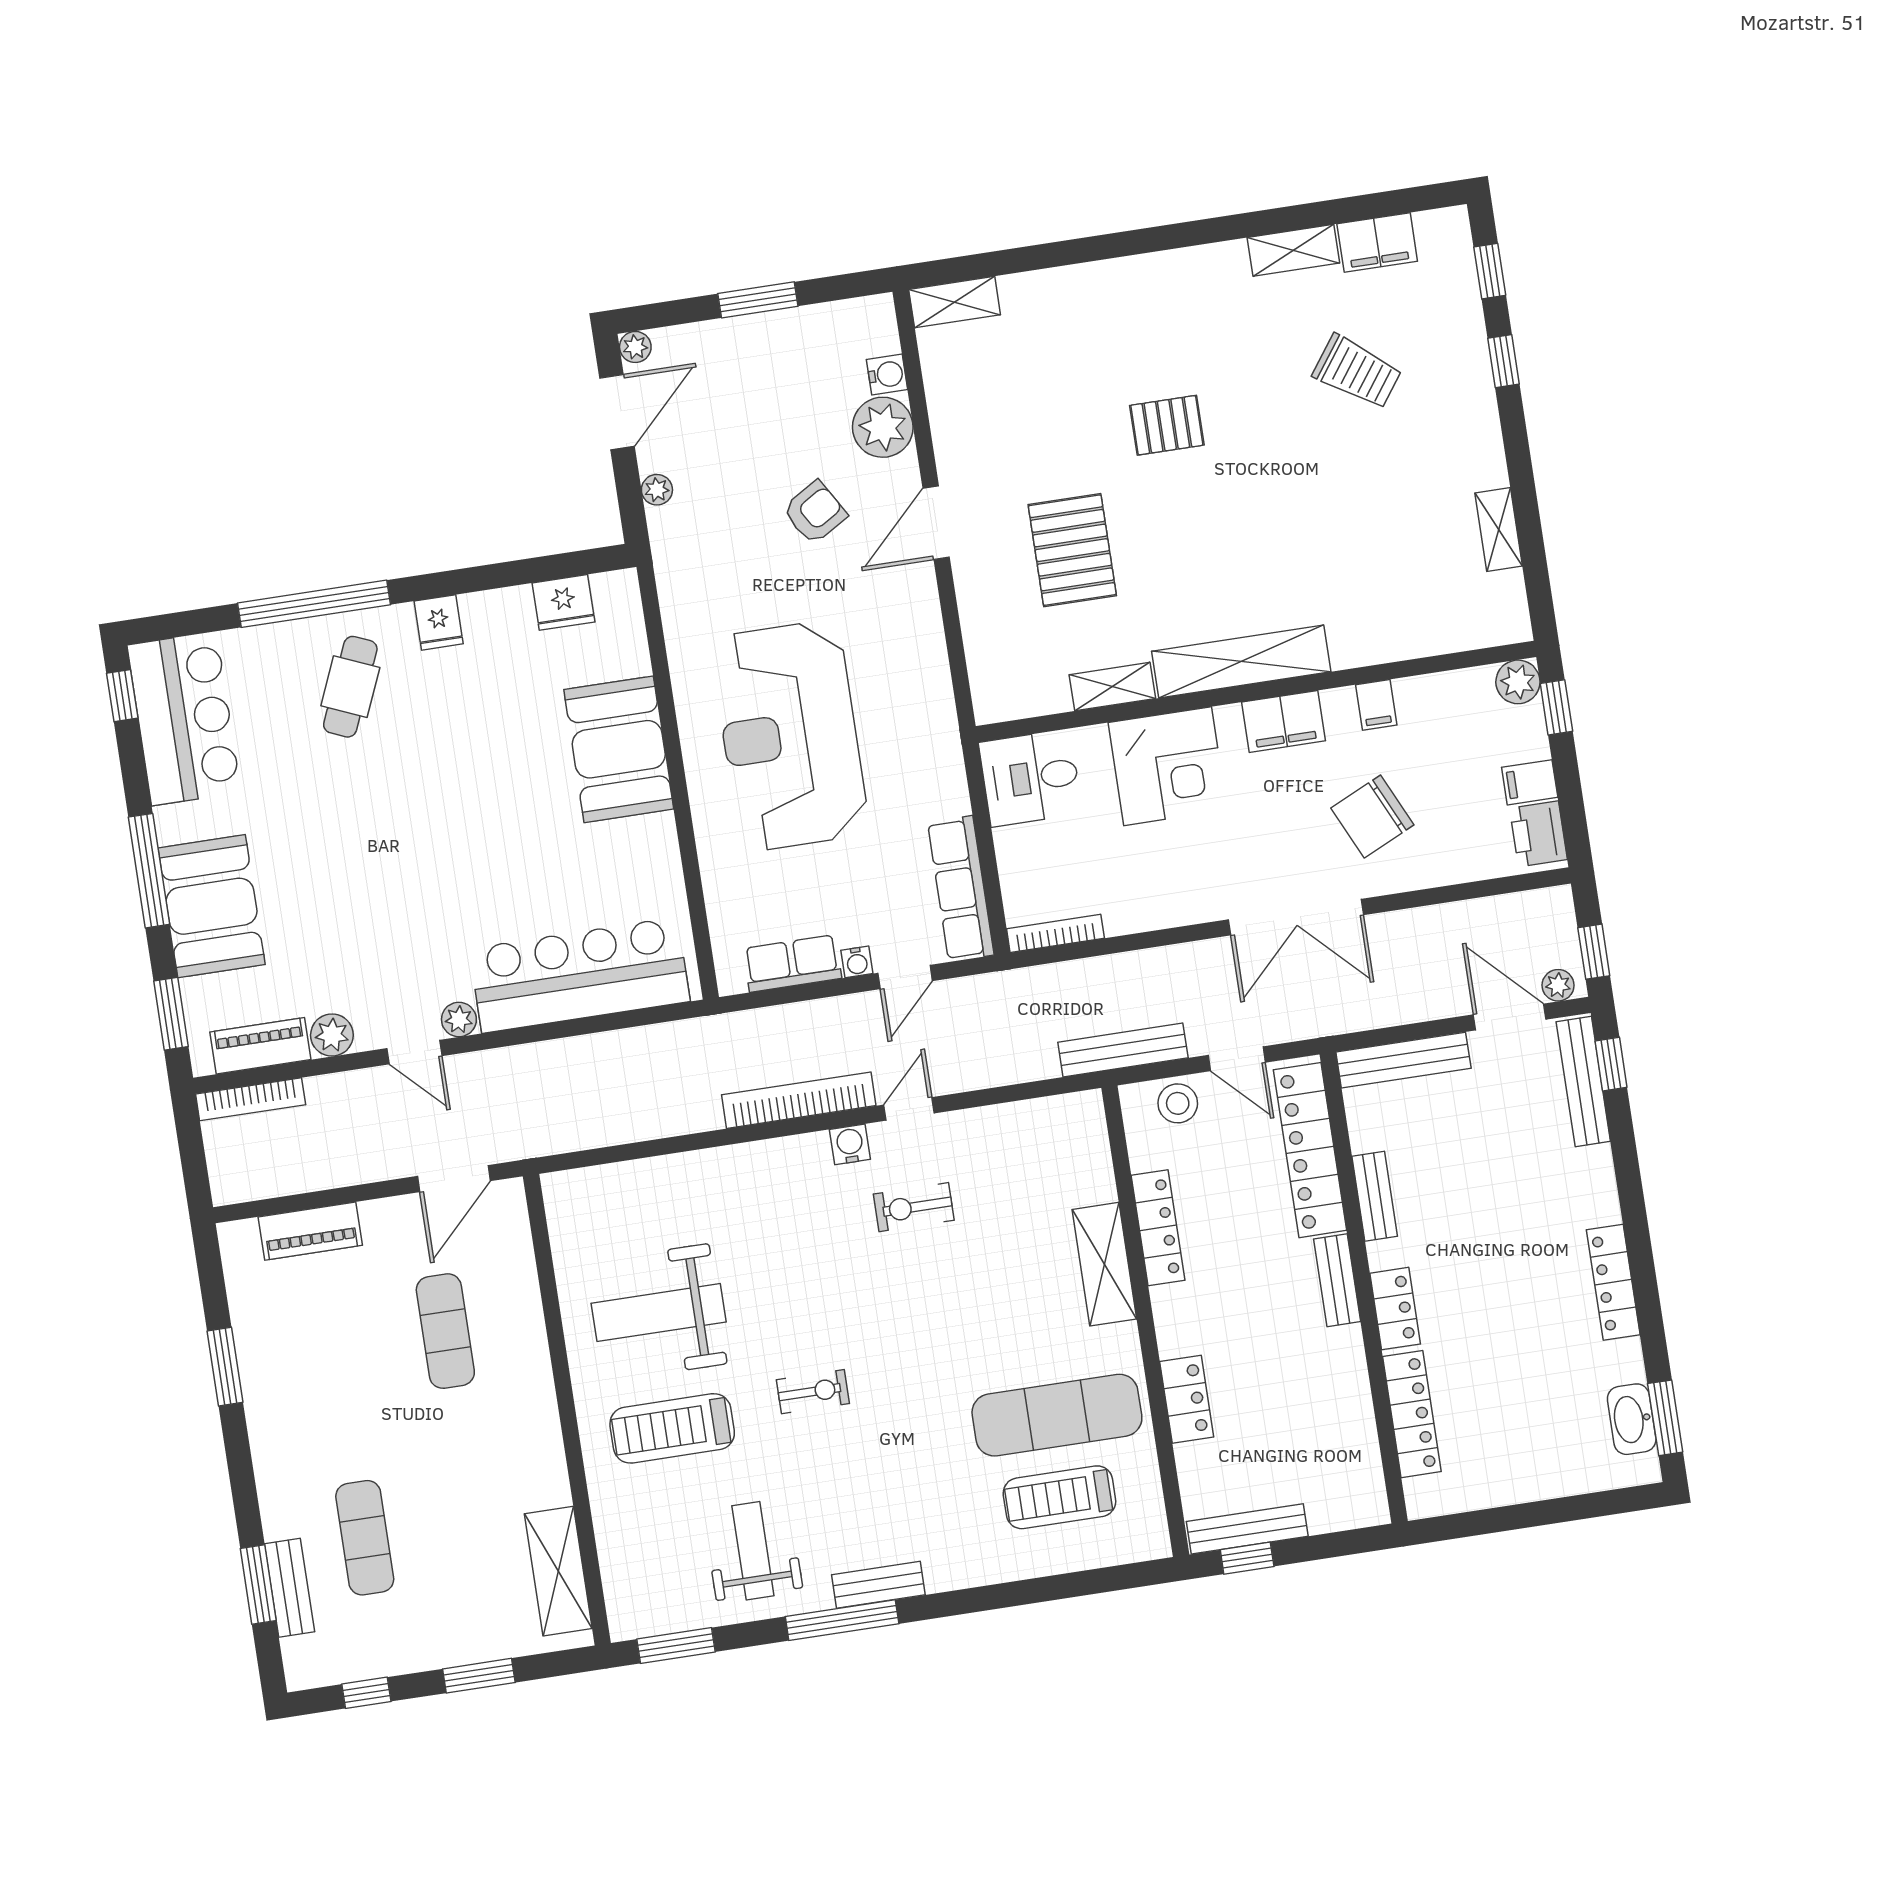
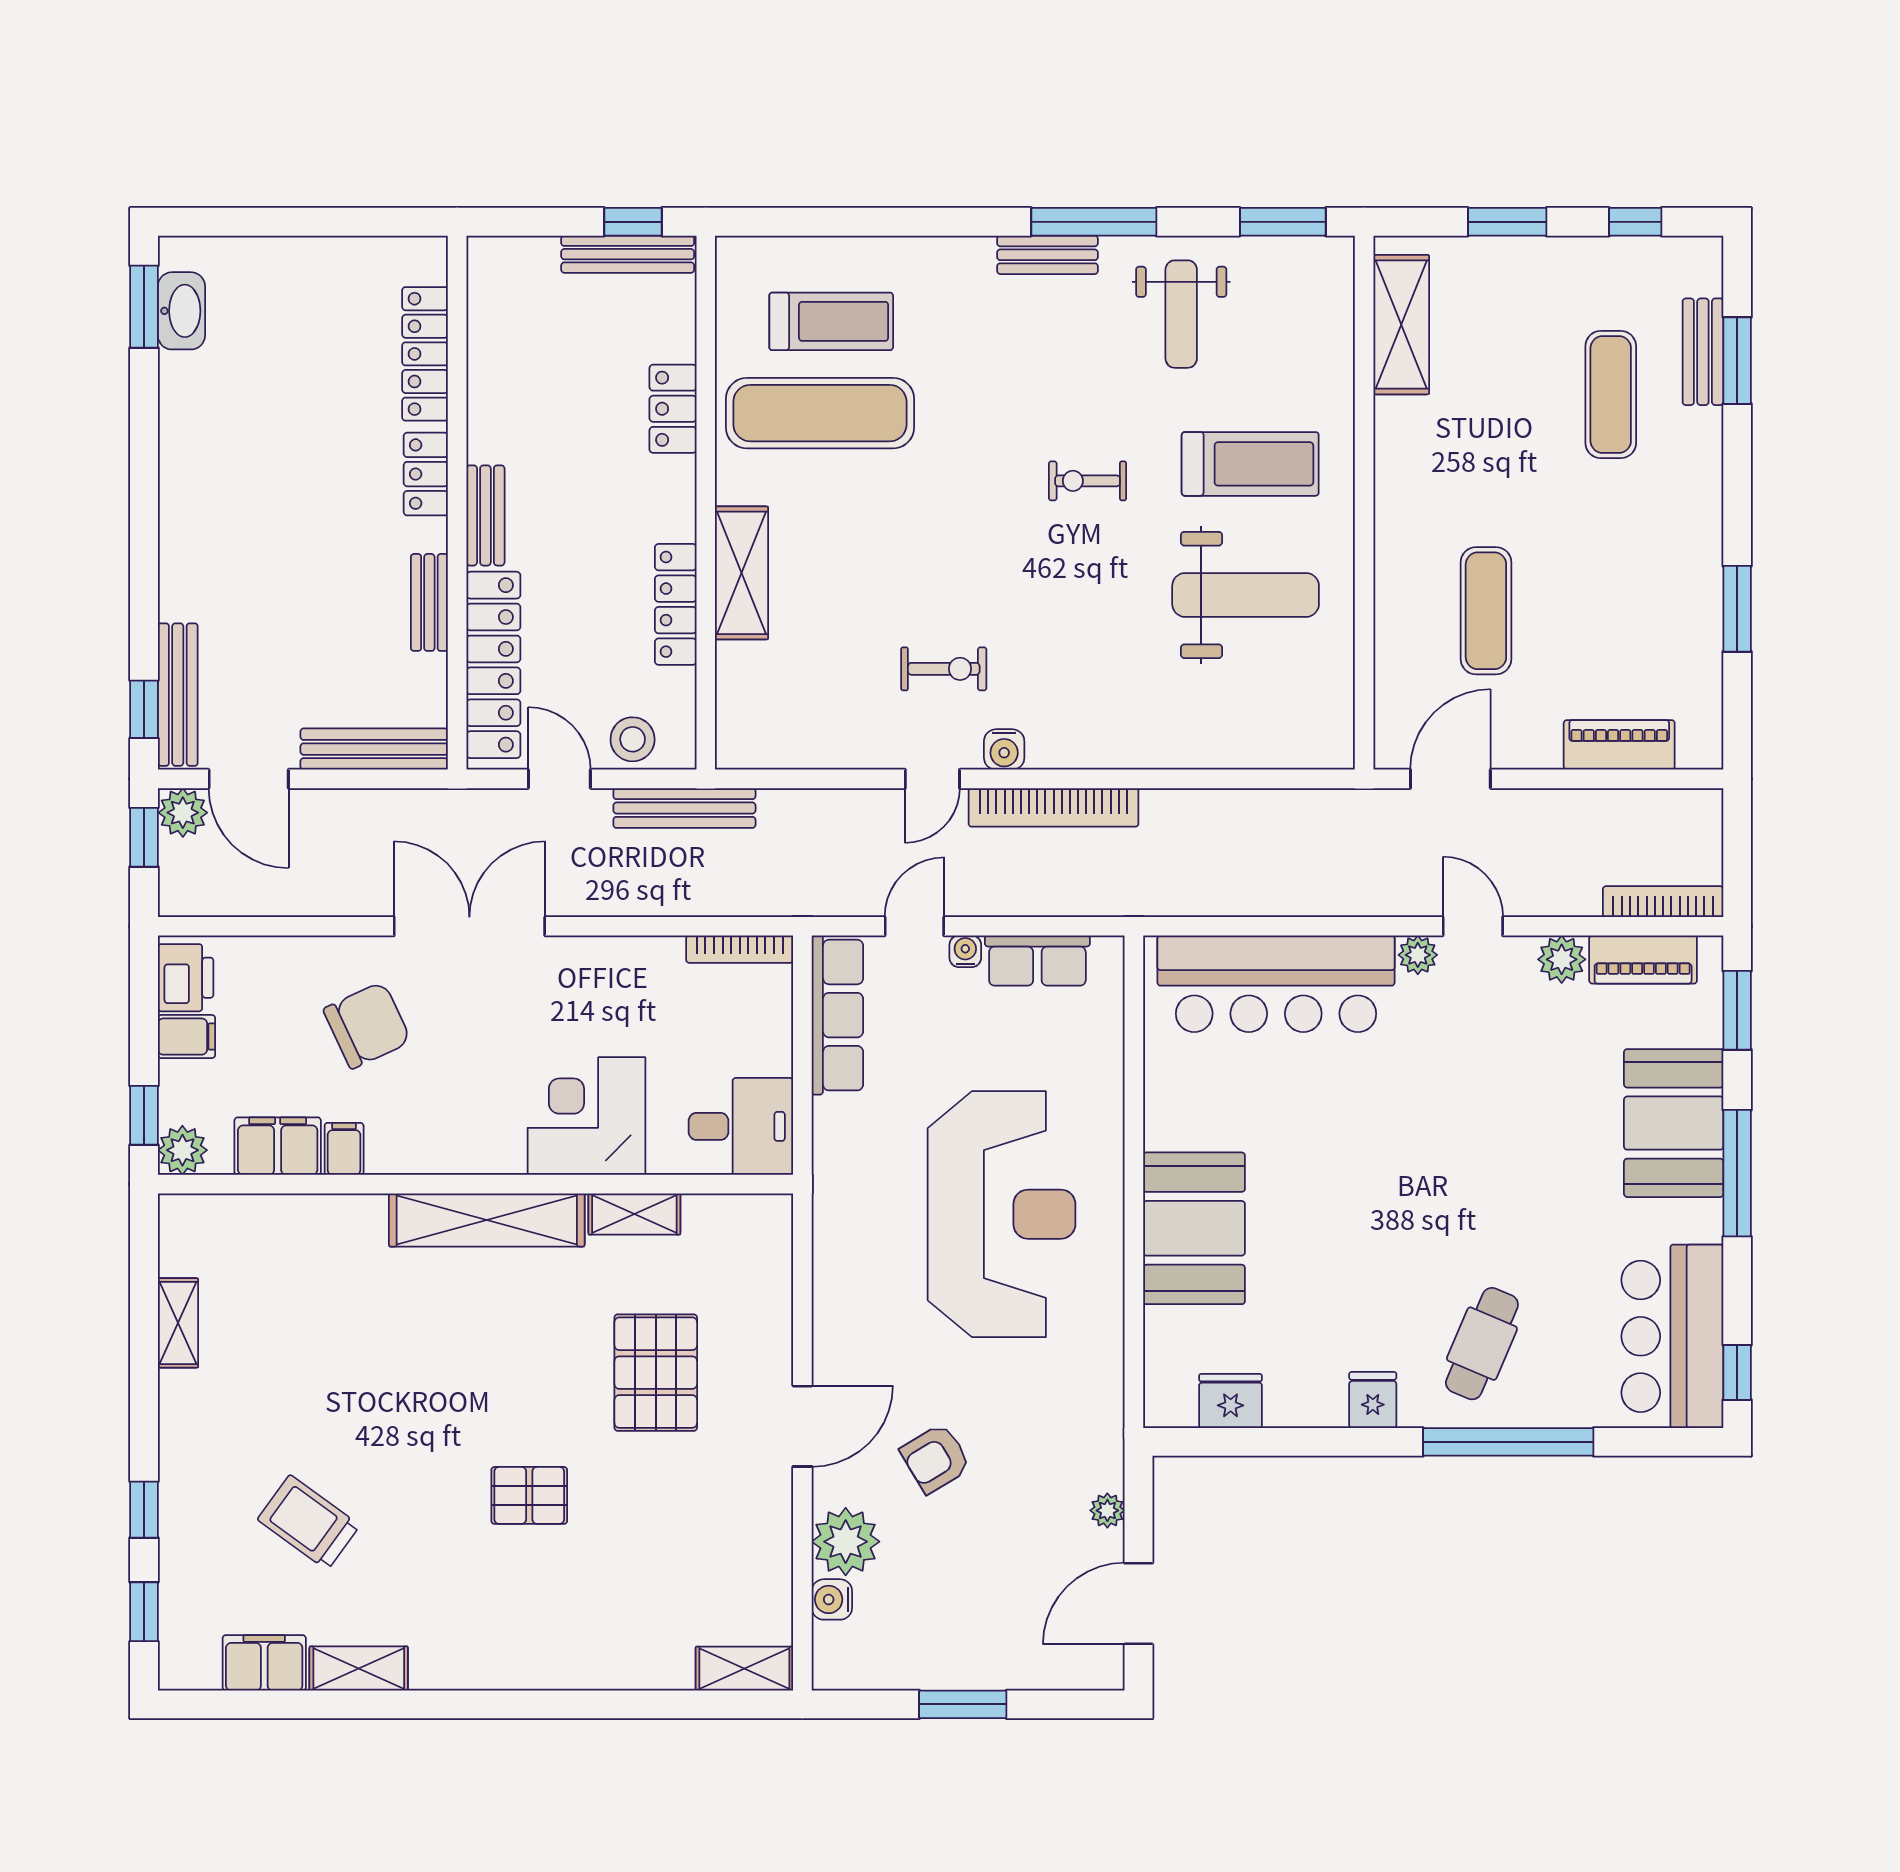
plant: (635, 347) -> (1107, 1673), removed
filing cabinet: (1283, 721) -> (278, 1146), moved
plant: (1558, 985) -> (183, 813), width x1.38, depth x1.38
locker: (1613, 1282) -> (179, 466), removed

